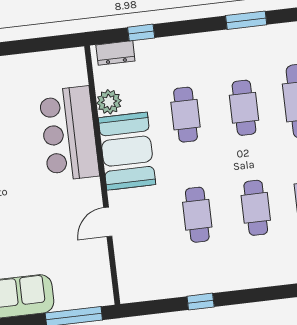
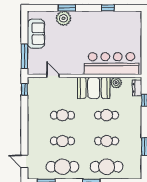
bar counter: (69, 134) -> (112, 64), width x1.36
door: (108, 222) -> (53, 76), moved
window: (201, 302) -> (24, 89), moved

